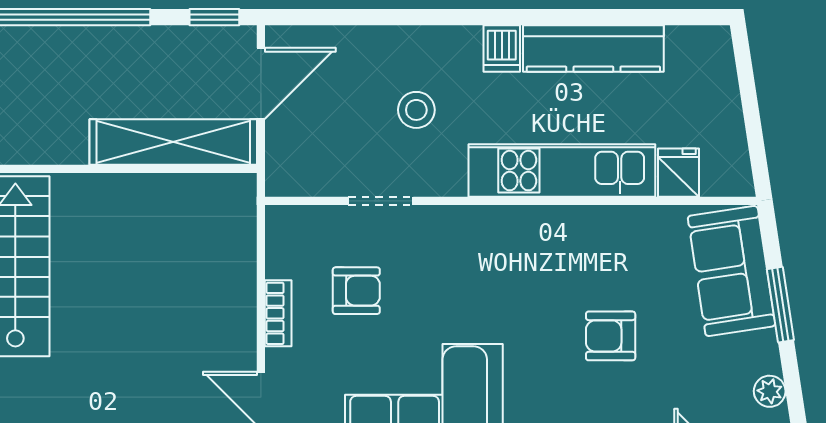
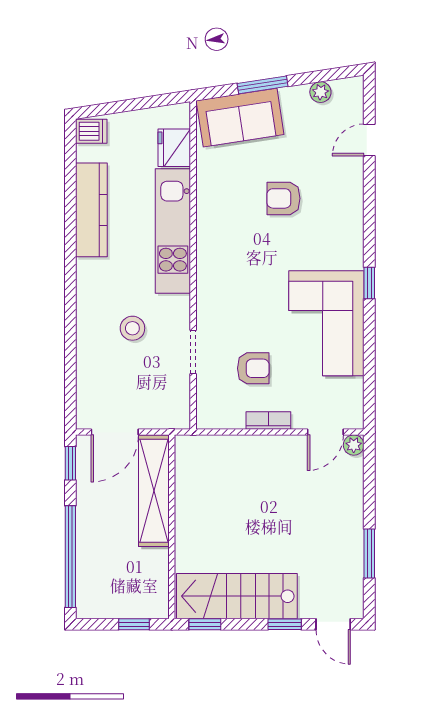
dishwasher: (502, 48) -> (91, 131), moved
door: (261, 83) -> (115, 432), swing flipped
fridge: (679, 173) -> (174, 148), width x1.38
armchair: (356, 291) -> (253, 368), turned 90
armchair: (611, 336) -> (284, 198), turned 90

